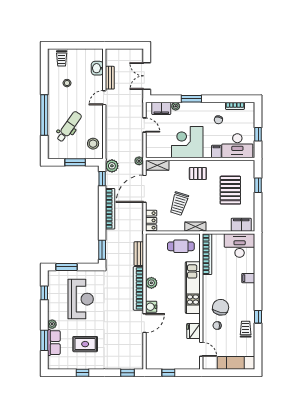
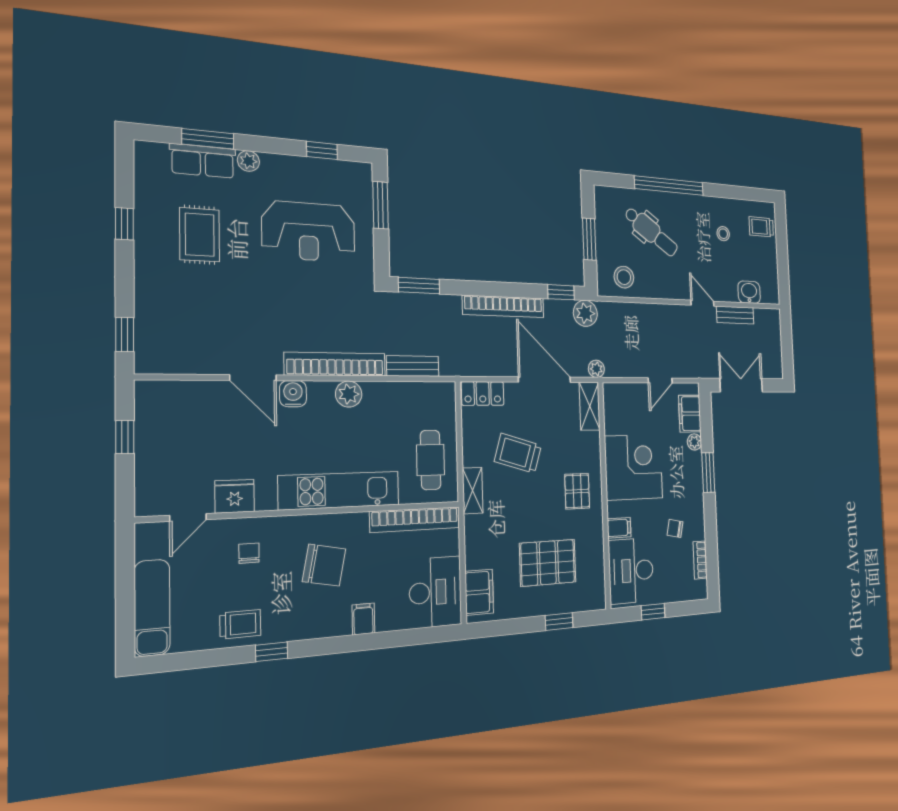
chair: (221, 307) -> (324, 565), moved

